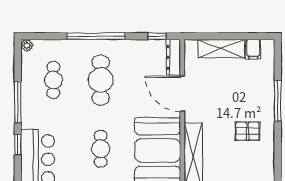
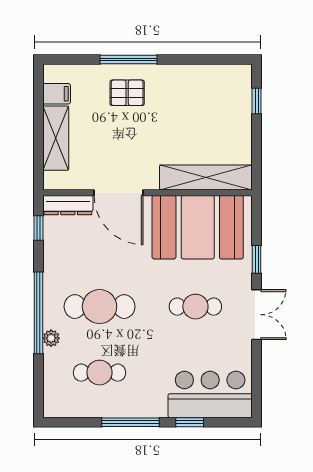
plant: (27, 45) -> (51, 338), moved
door: (182, 94) -> (119, 193), hinge flipped
pallet: (247, 131) -> (127, 93), moved, turned 90

